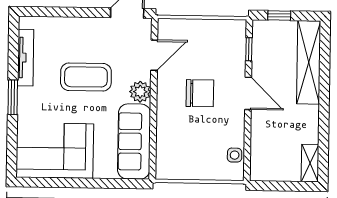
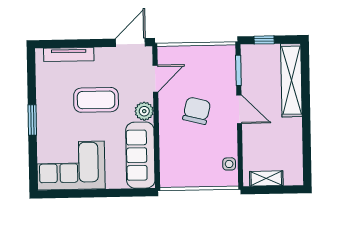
window: (249, 49) -> (238, 70), width x1.50
tv unit: (26, 58) -> (69, 54), moved, turned 90
chair: (200, 93) -> (197, 111), turned -76
shelving: (310, 163) -> (266, 178), moved, turned 90

